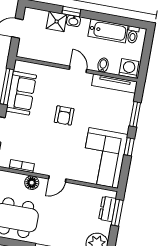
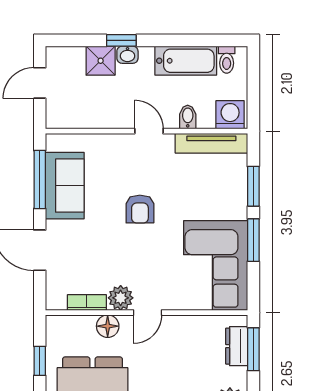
window: (129, 147) -> (253, 240), width x1.50
plant: (43, 167) -> (121, 298), added

